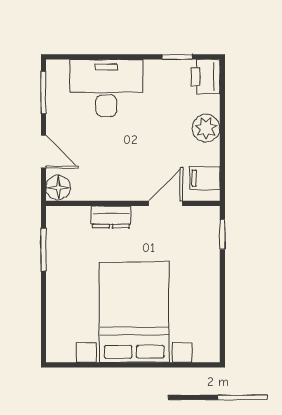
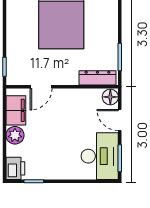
desk: (106, 88) -> (100, 156), moved, turned -90
filing cabinet: (205, 178) -> (16, 110), width x2.00
dresser: (111, 217) -> (97, 78), moved, width x1.44

